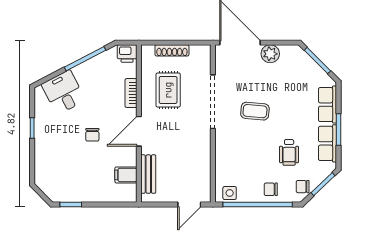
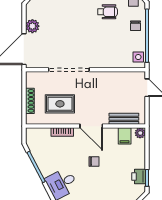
printer: (127, 54) -> (139, 176), moved, turned 180
coffee table: (255, 111) -> (76, 38), removed
plant: (130, 195) -> (140, 133), added

